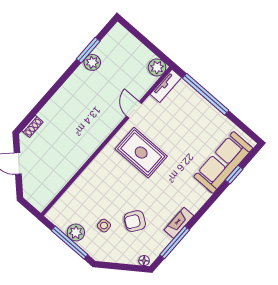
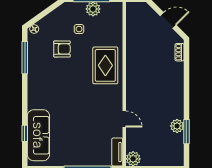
rug: (141, 153) -> (105, 65), moved, turned 90
armchair: (135, 221) -> (62, 49), turned 55
fireplace: (179, 223) -> (33, 72), removed

